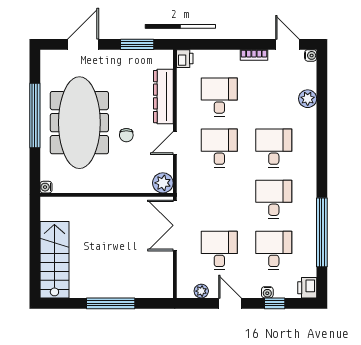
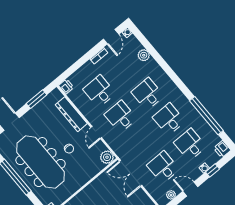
door: (287, 44) -> (111, 37), swing flipped

